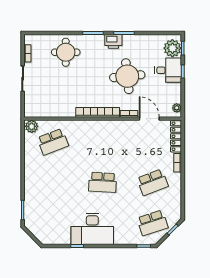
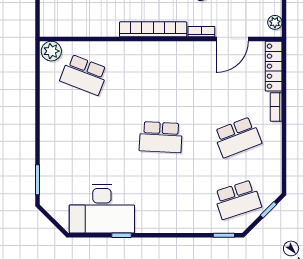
door: (149, 119) -> (233, 39), swing flipped
school desk: (53, 142) -> (84, 75), turned 42
desk: (92, 229) -> (102, 209), moved

